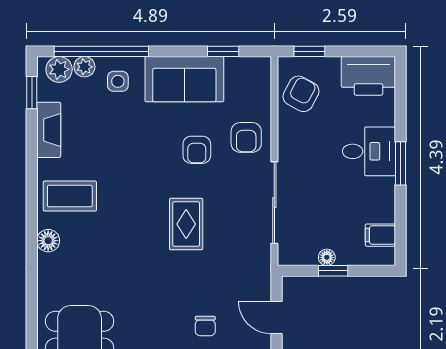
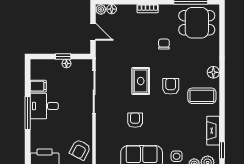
armchair: (246, 137) -> (171, 86), moved
desk: (369, 151) -> (44, 106), moved
window: (401, 163) -> (28, 113), width x1.44
filing cabinet: (380, 235) -> (38, 86), moved
chair: (205, 326) -> (164, 44), moved

